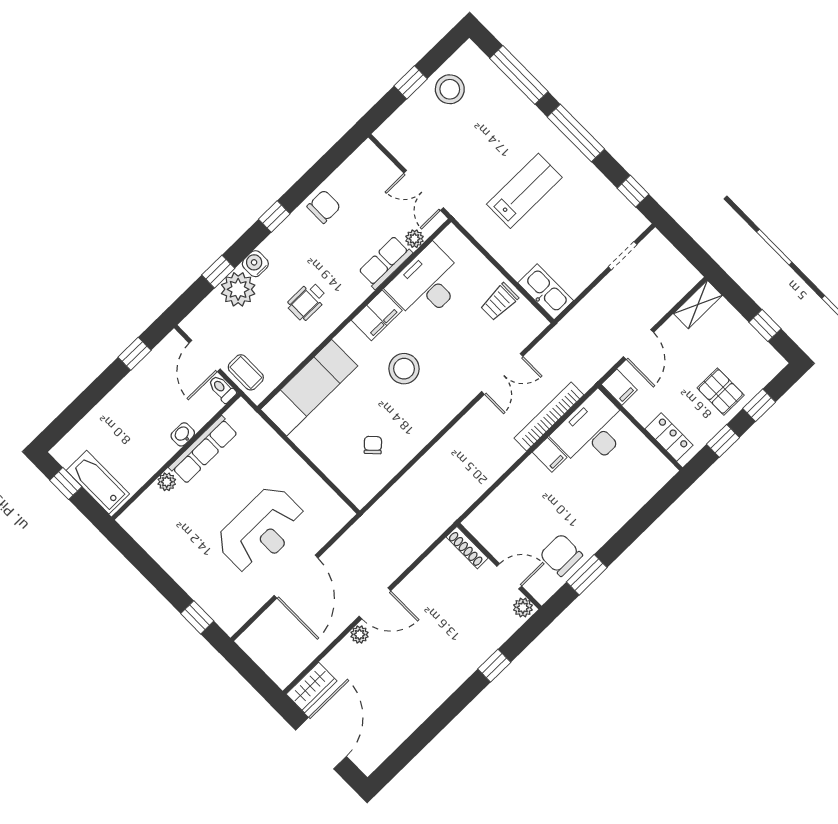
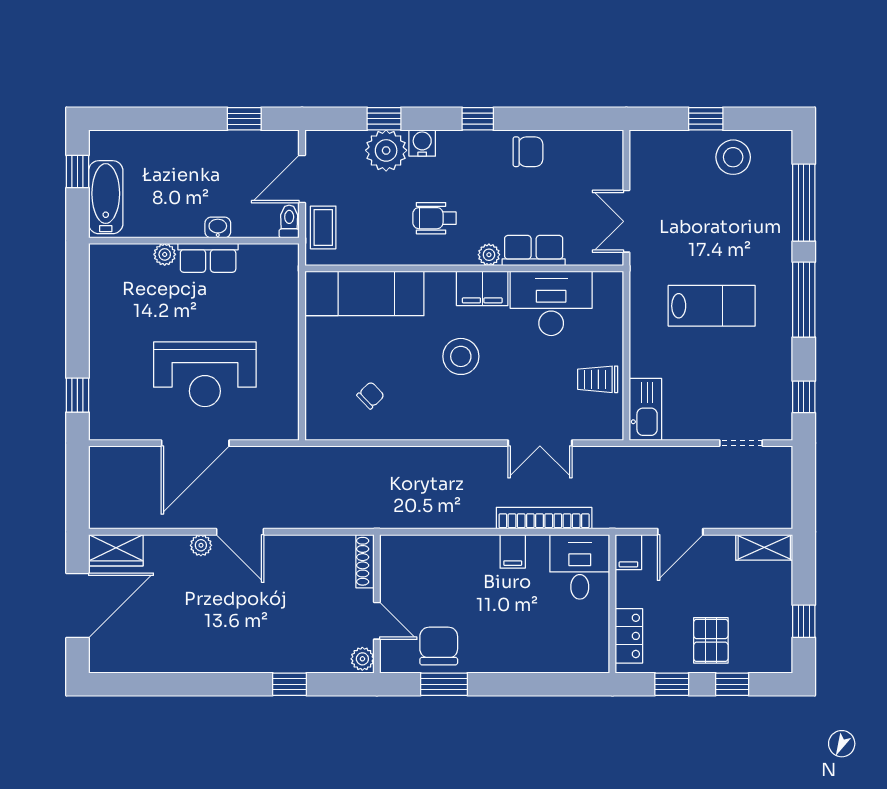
plant: (414, 239) -> (489, 255), moved
desk: (592, 431) -> (580, 567), width x0.73
row of seats: (203, 450) -> (208, 258), width x0.68

